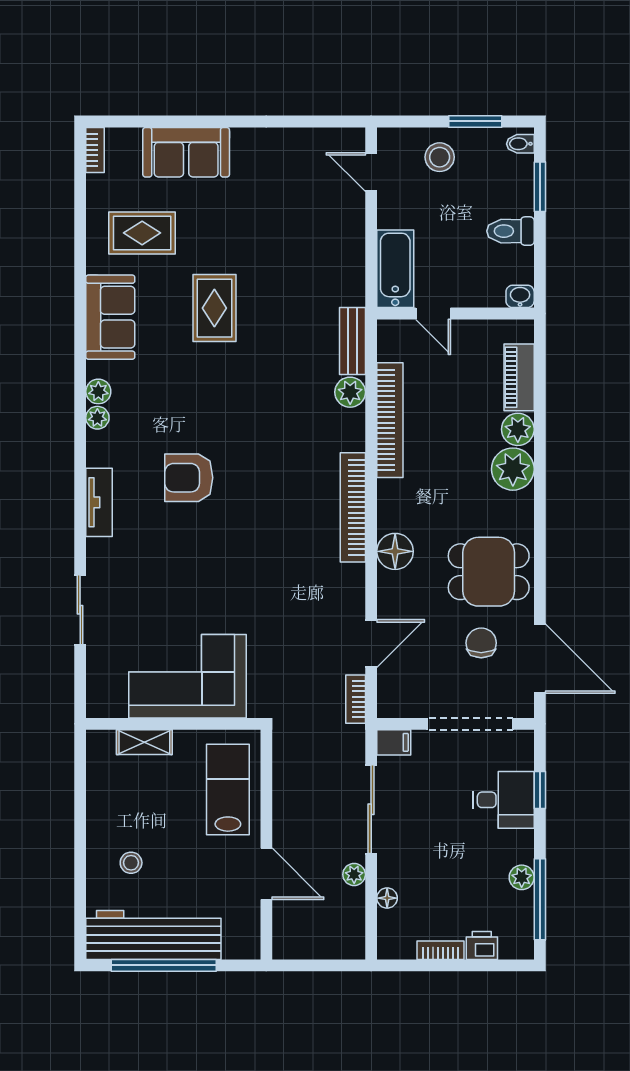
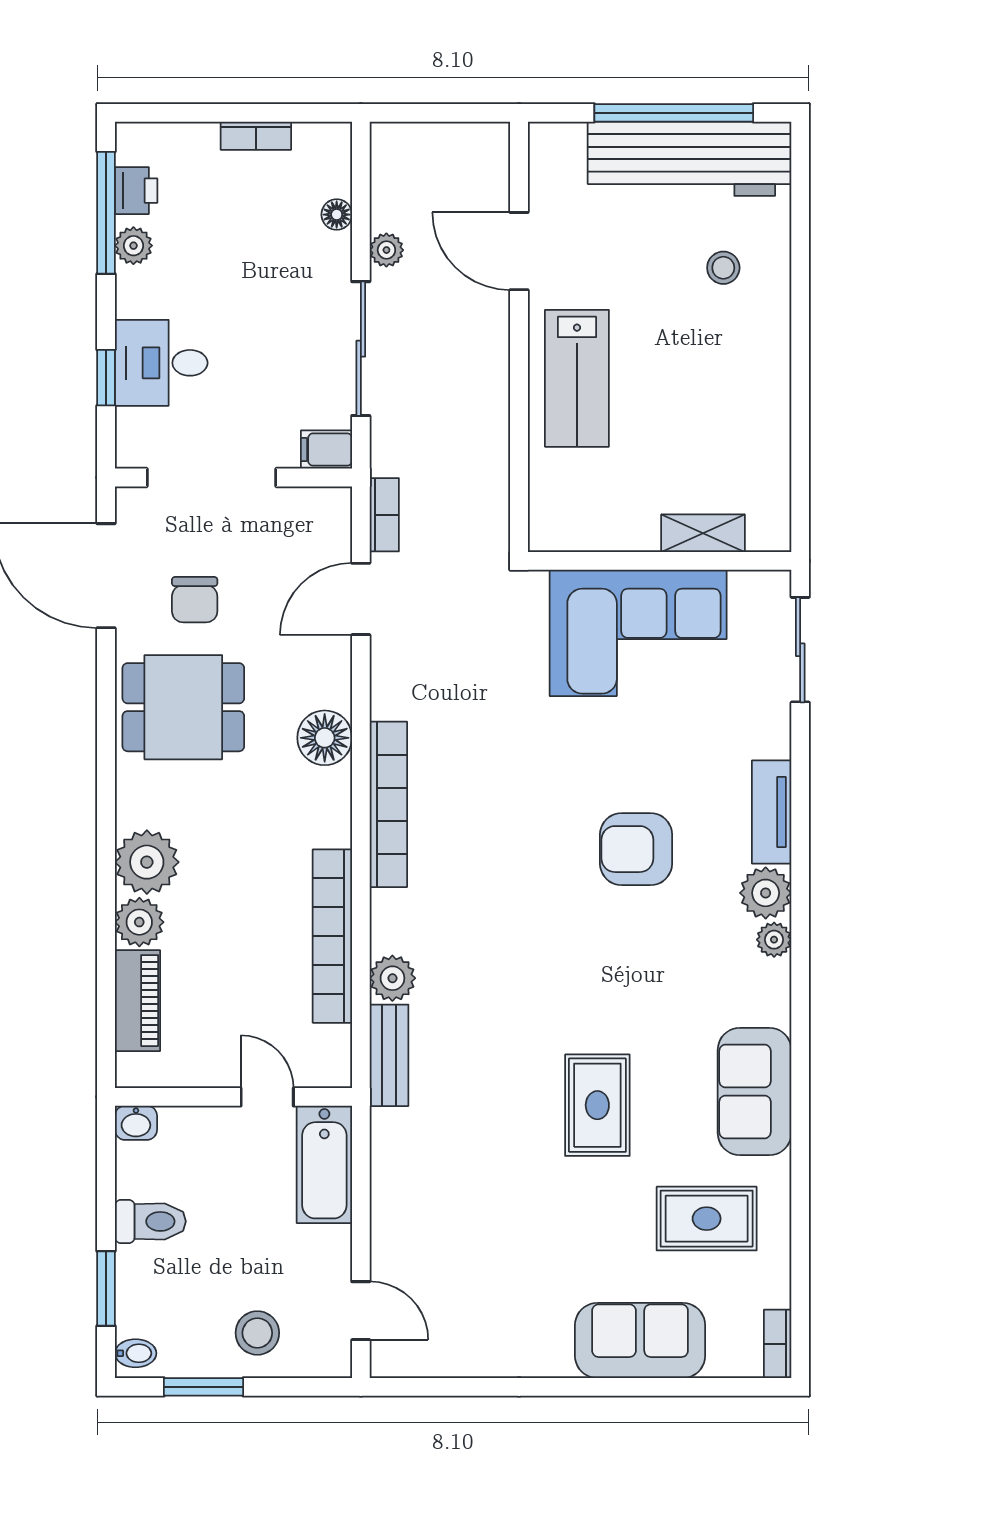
plant: (98, 391) -> (766, 893), moved, width x1.38, depth x1.38
armchair: (189, 478) -> (636, 849), turned 180
corner sofa: (187, 676) -> (638, 633), moved
wall: (173, 724) -> (660, 561), moved
shelving: (144, 742) -> (703, 533), moved
printer: (482, 945) -> (136, 191), moved, turned -90

